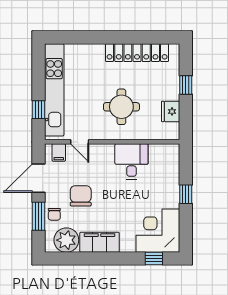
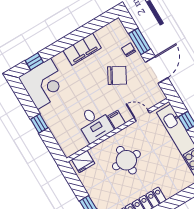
fridge: (171, 111) -> (83, 162), moved, turned 90
filing cabinet: (59, 153) -> (117, 120), moved
chair: (81, 196) -> (117, 75), turned -61
plant: (66, 240) -> (108, 36), removed

